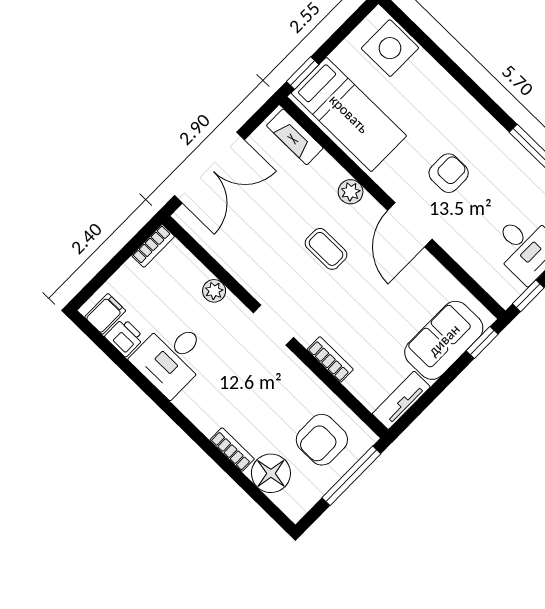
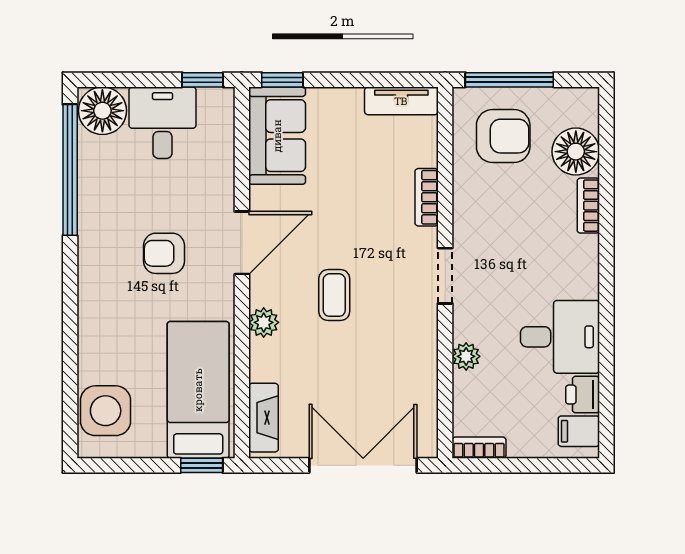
sofa: (444, 340) -> (277, 136), moved, turned -90

